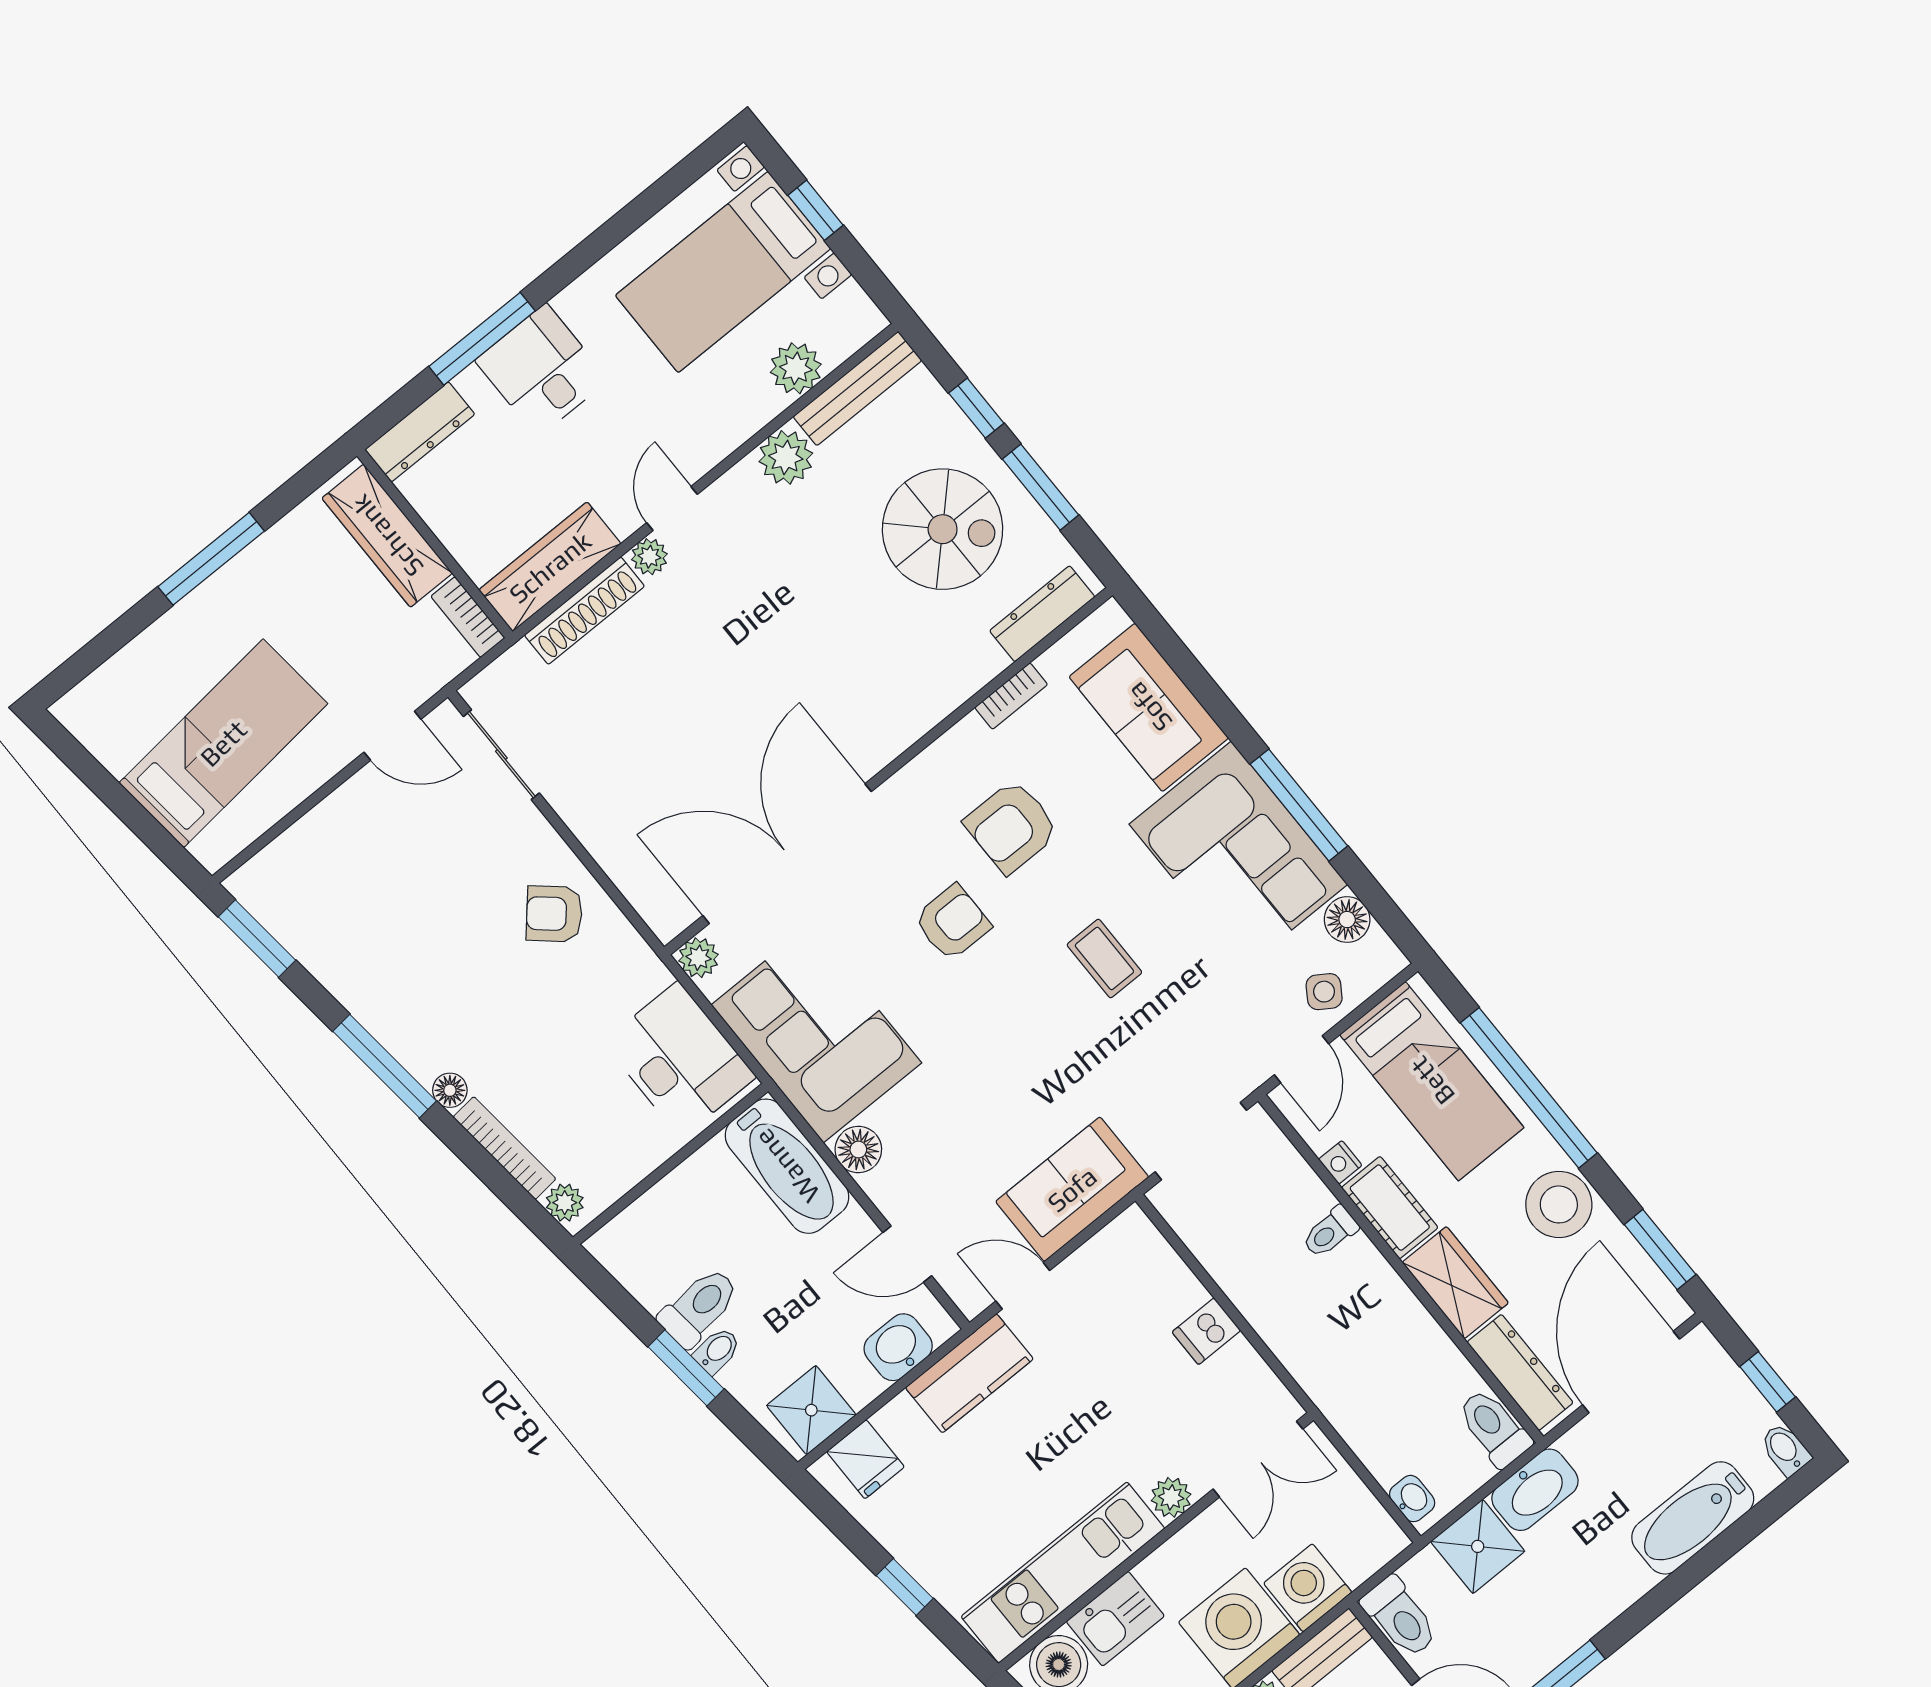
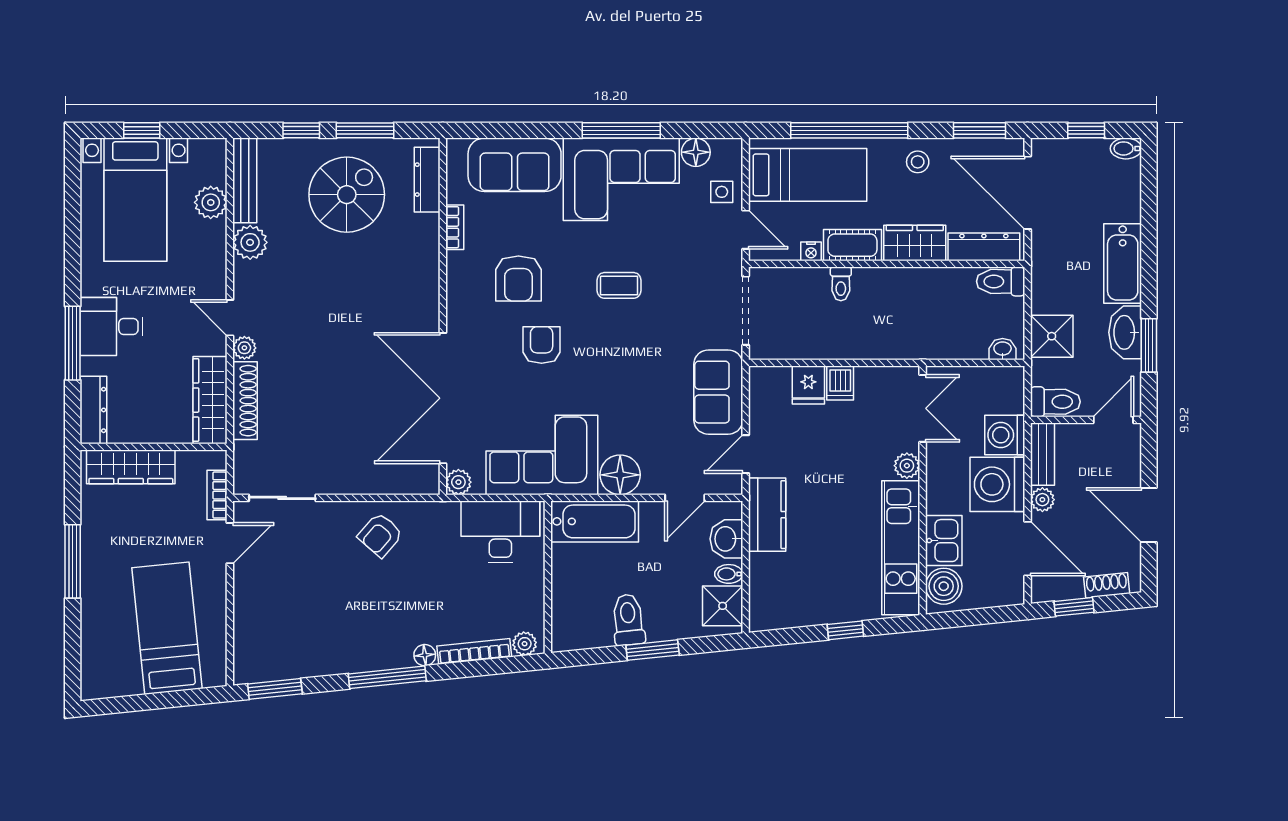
bookcase: (468, 617) -> (217, 495), moved, turned 90
side table: (1324, 992) -> (722, 192), turned -33
floor lamp: (858, 1150) -> (620, 475), width x1.38, depth x1.38
stool: (1559, 1204) -> (918, 162), width x0.53, depth x0.53
bidet: (717, 1351) -> (729, 574), moved, turned -84
fridge: (865, 1459) -> (808, 385), moved, turned 90
washbasin: (1535, 1490) -> (1125, 332), moved, turned 180
bathtub: (1693, 1518) -> (1123, 264), moved

